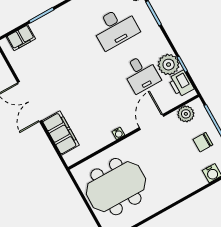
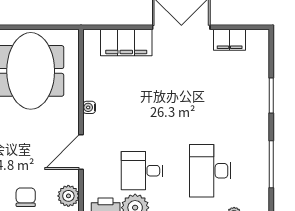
filing cabinet: (21, 38) -> (230, 40), moved, turned -90
door: (152, 122) -> (81, 152), swing flipped

